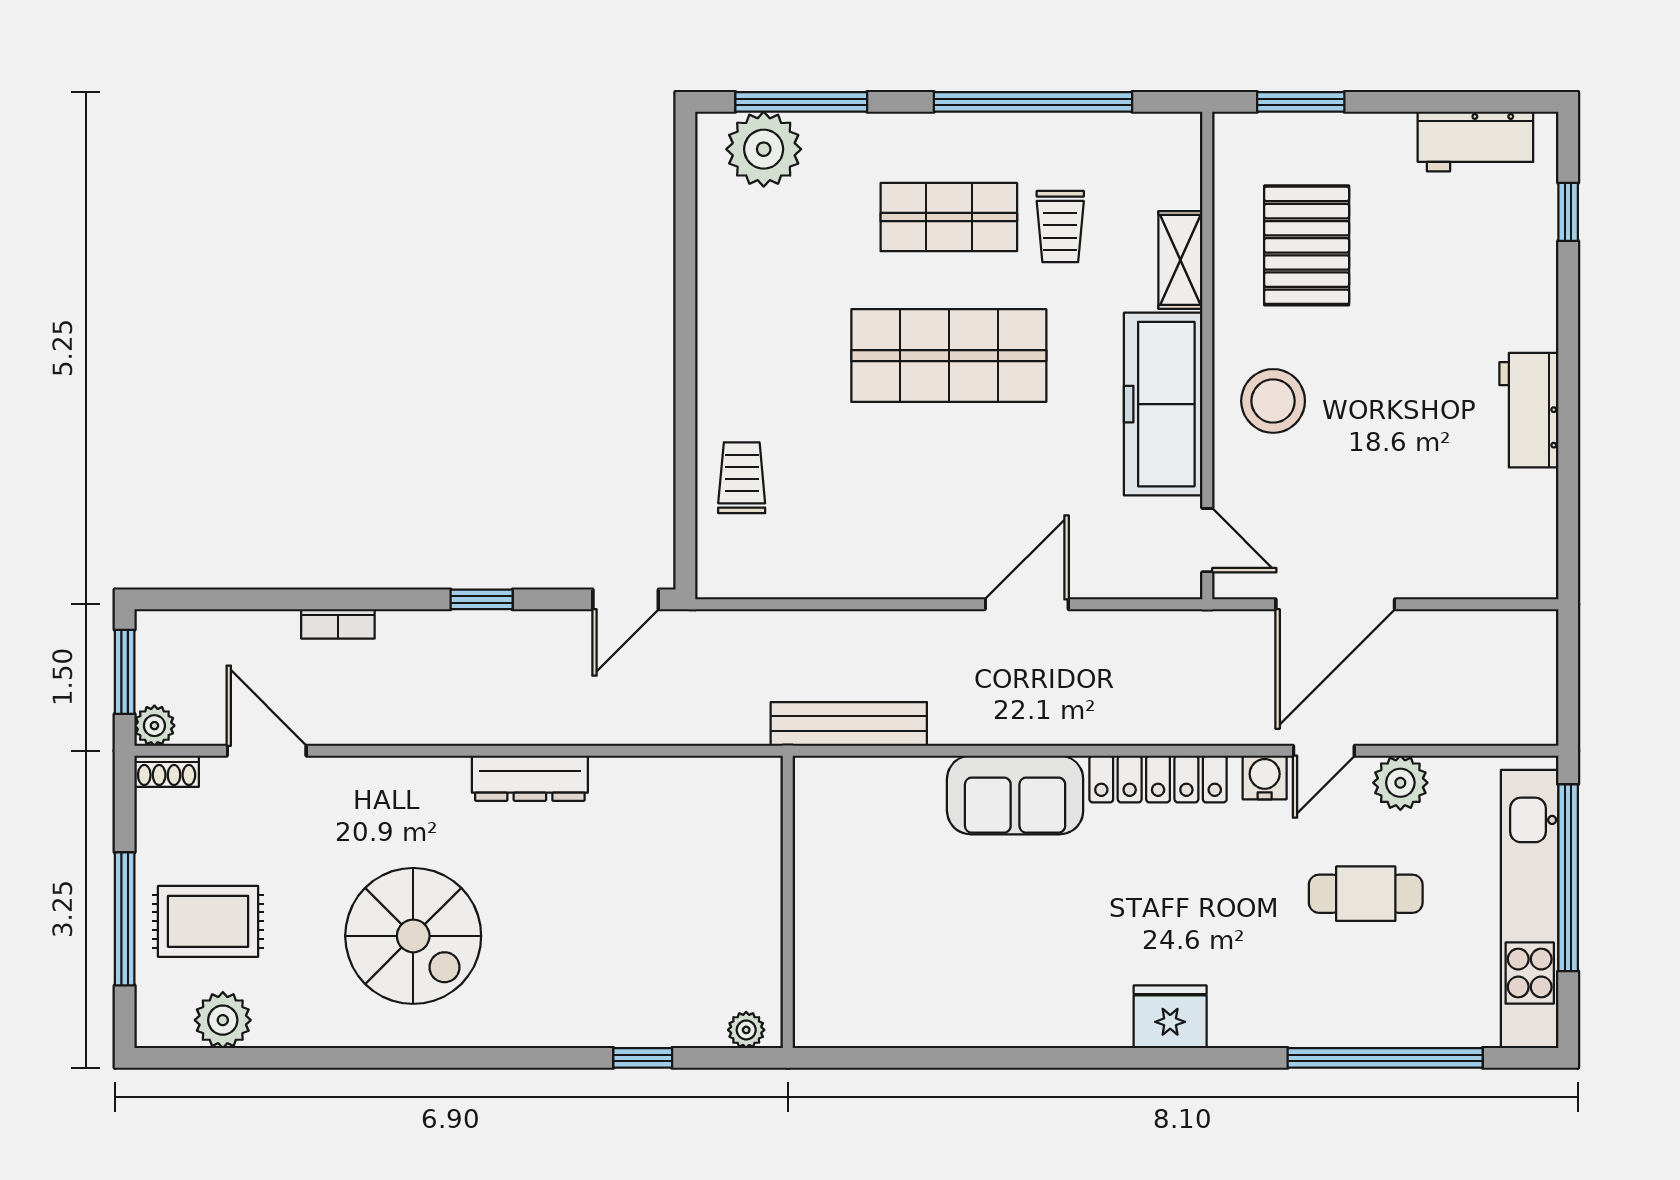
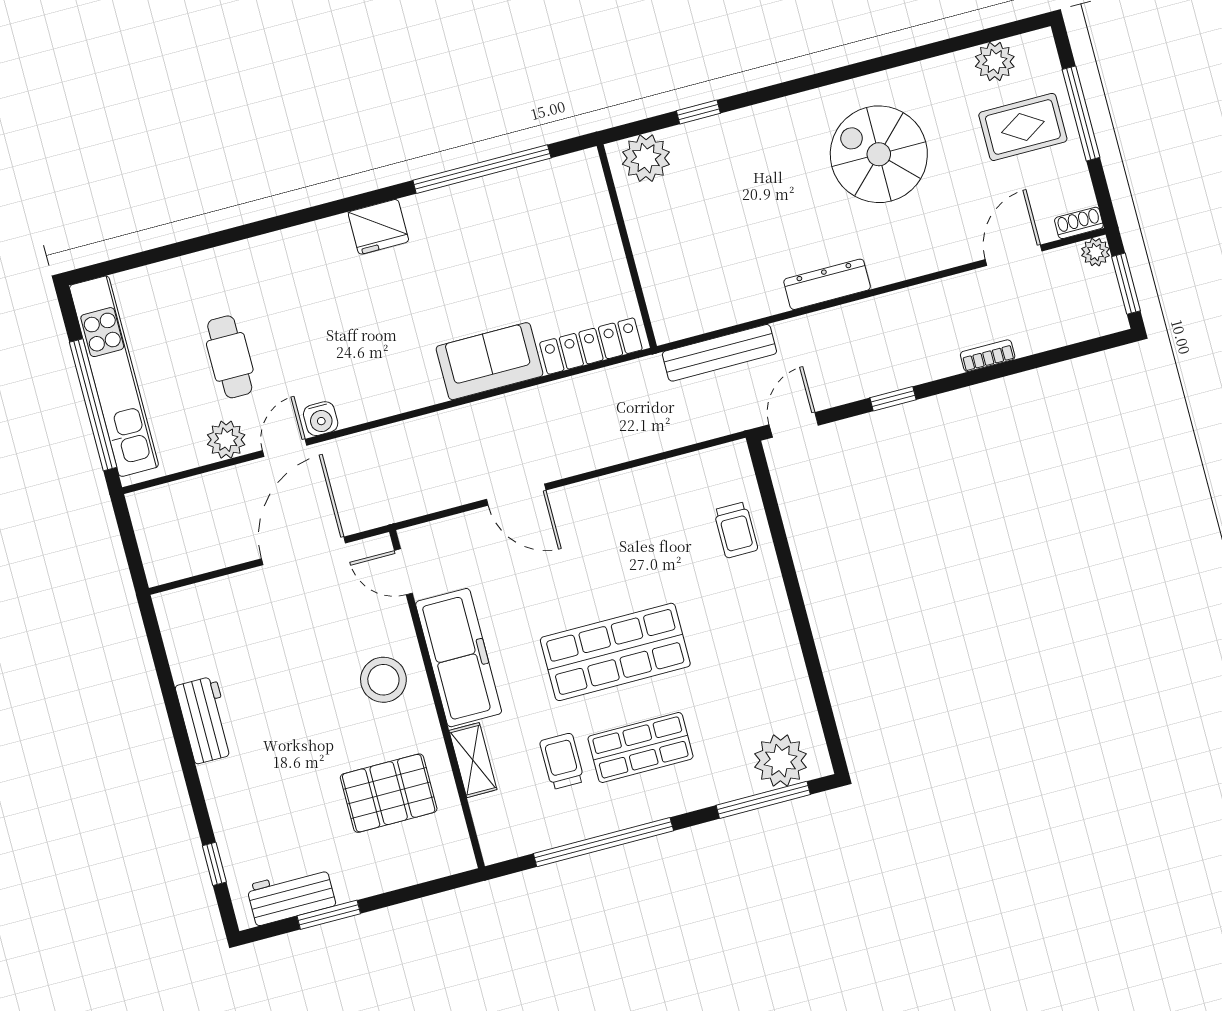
window: (1301, 102) -> (329, 915), moved
pallet: (1307, 245) -> (389, 793), turned 90
door: (1027, 604) -> (516, 495), hinge flipped
bench: (849, 724) -> (719, 353), moved
door: (267, 751) -> (1014, 255), swing flipped
locker: (1158, 779) -> (591, 346), moved
cafe table: (1366, 894) -> (230, 357), turned 90
fridge: (1170, 1017) -> (378, 227), moved
plant: (746, 1030) -> (646, 158), width x1.88, depth x1.88
window: (1385, 1058) -> (482, 169), moved

